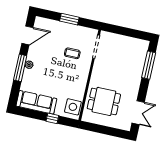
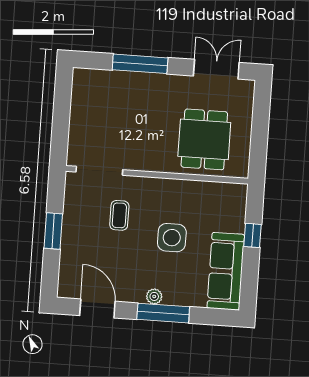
window: (149, 65) -> (140, 64), moved
side table: (73, 107) -> (172, 238), moved

